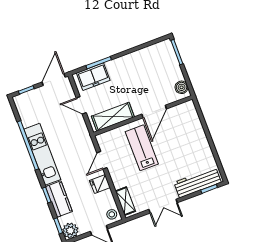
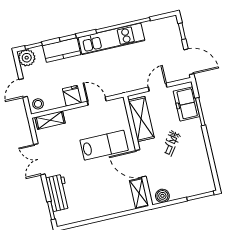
shelving: (182, 109) -> (139, 193), added
workbench: (198, 182) -> (58, 193), width x0.73

